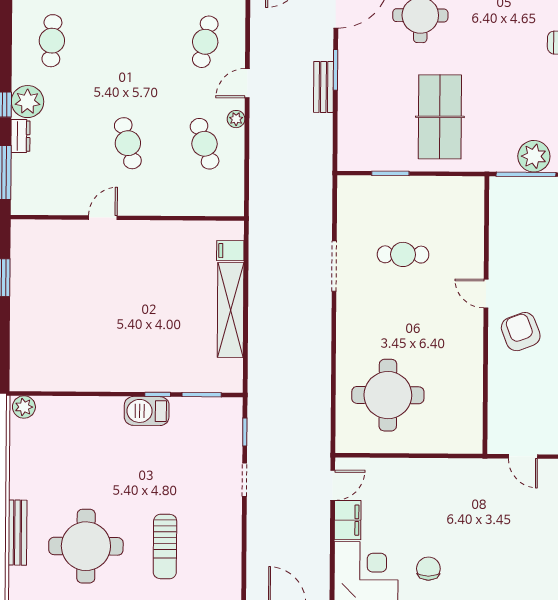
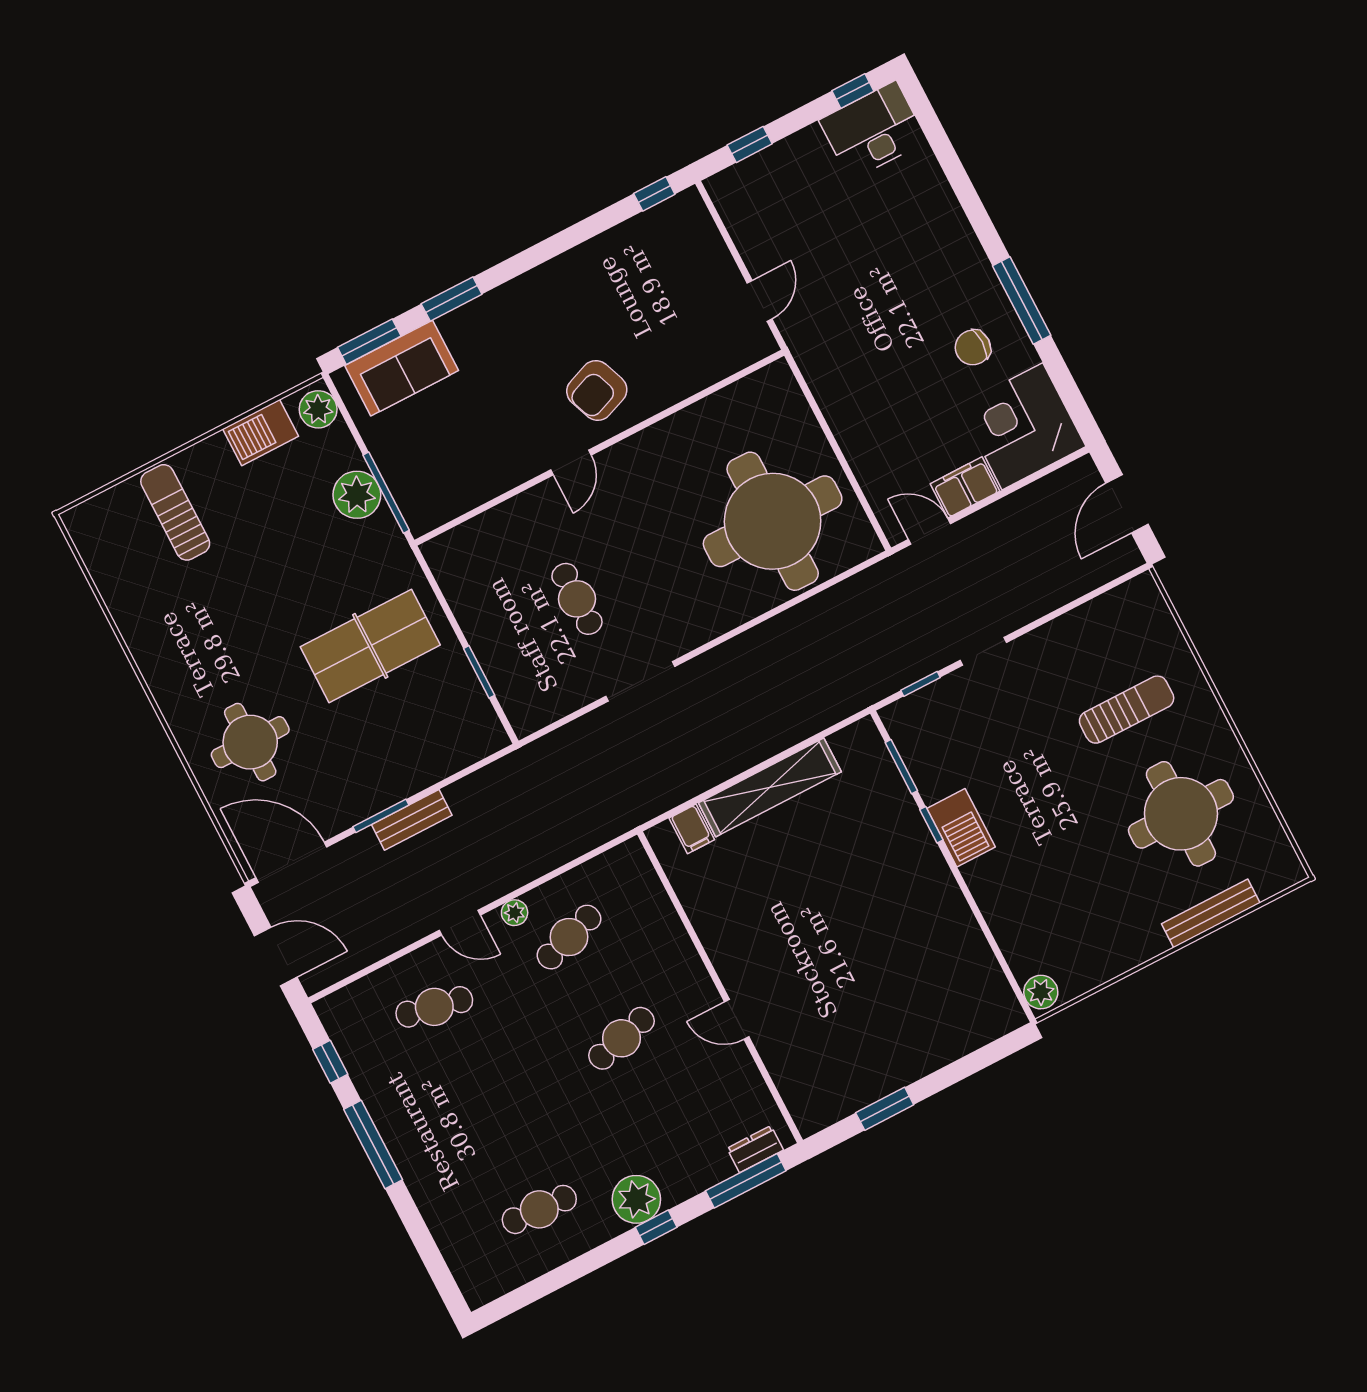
dresser: (20, 136) -> (755, 1149), moved
round table: (388, 395) -> (773, 521), width x1.36, depth x1.36

